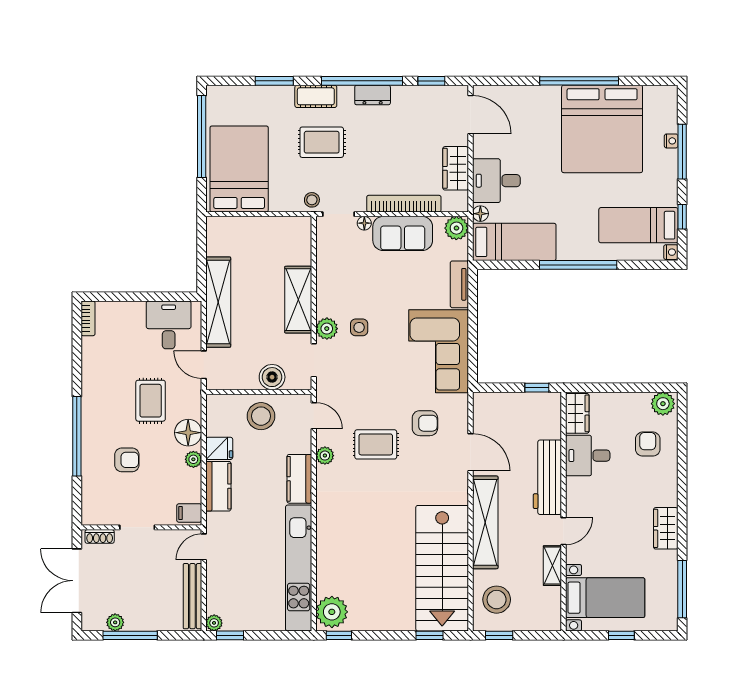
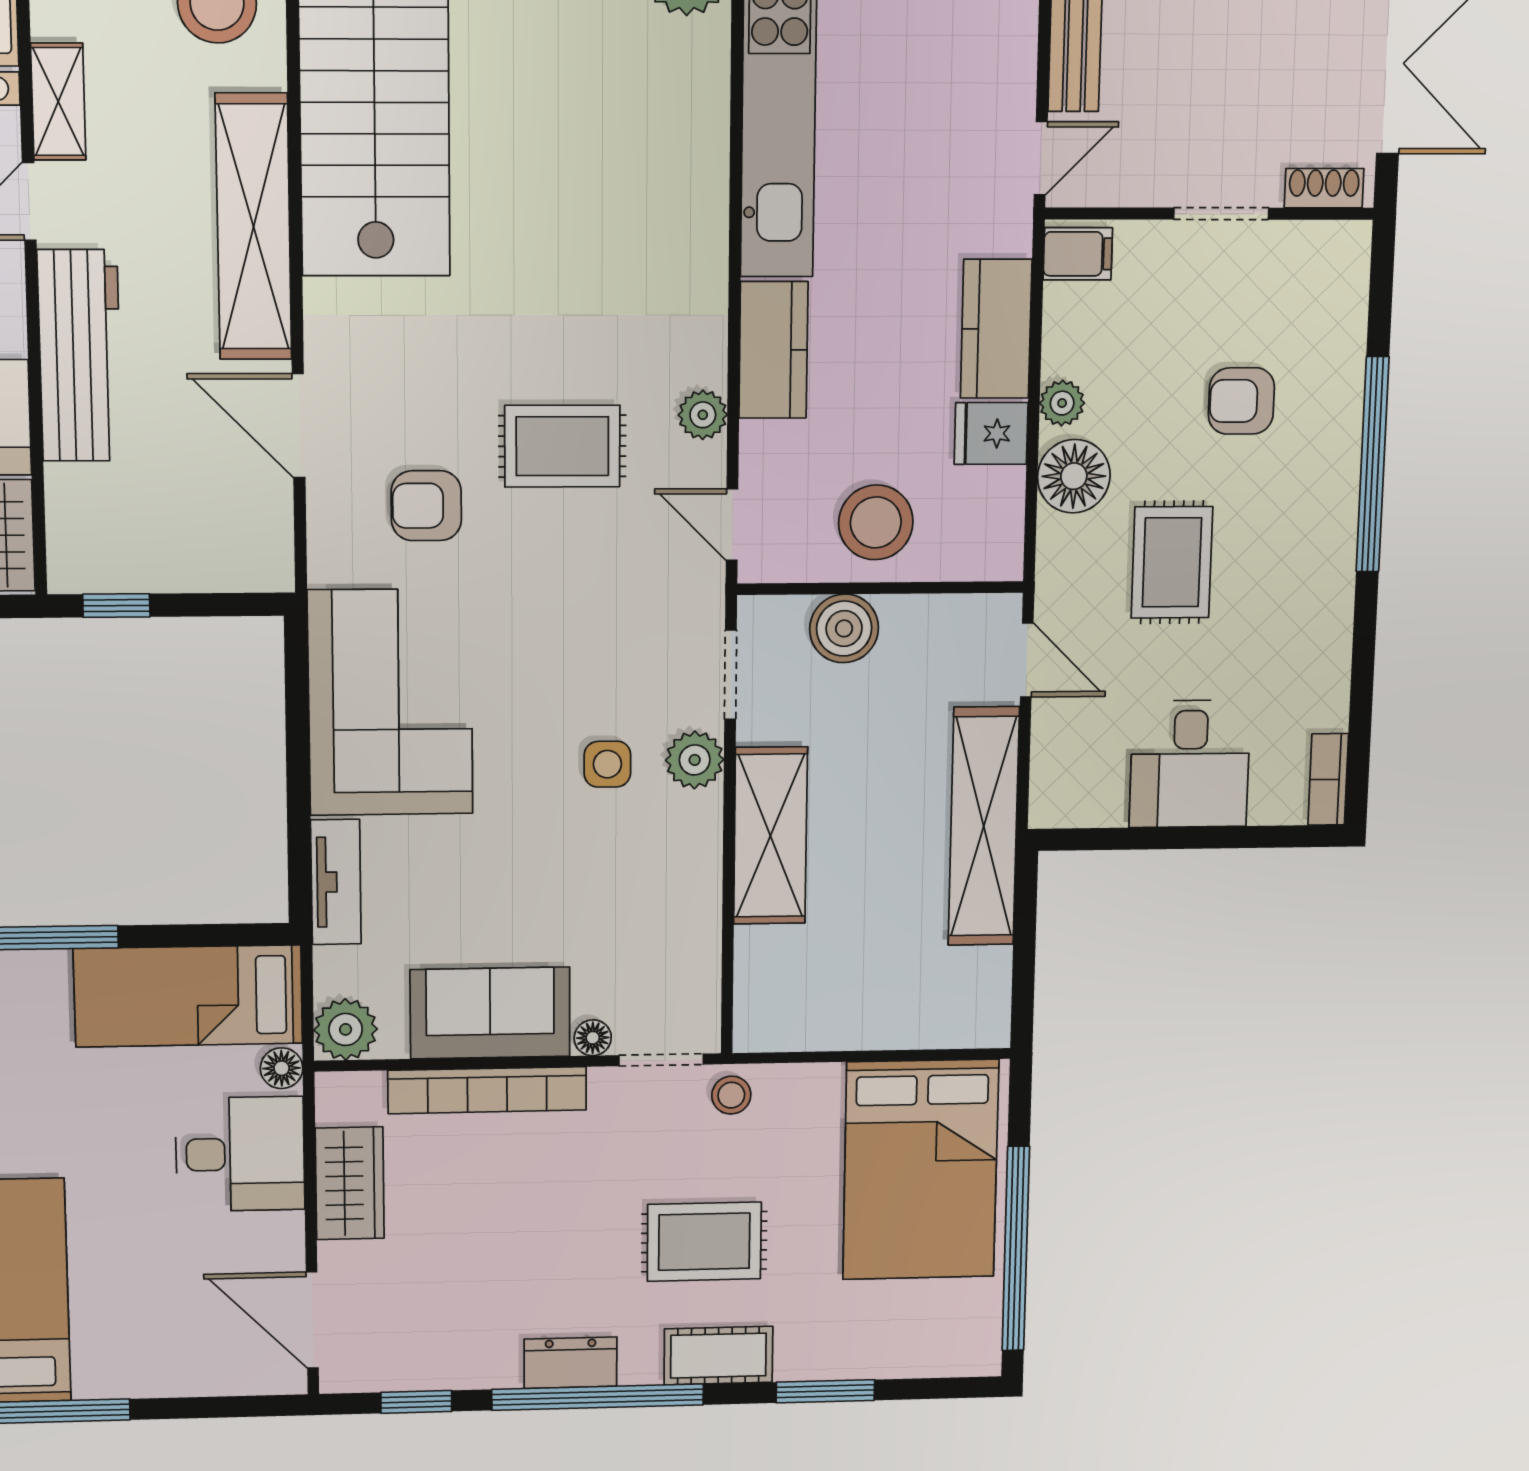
desk: (169, 325) -> (1190, 764), moved

